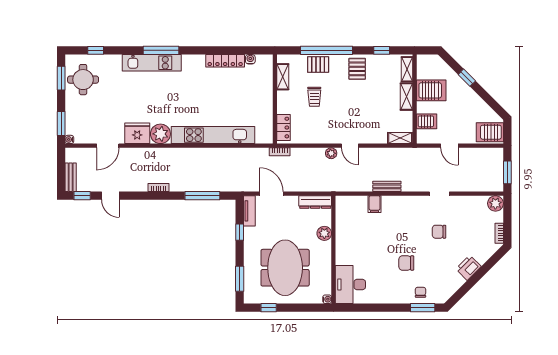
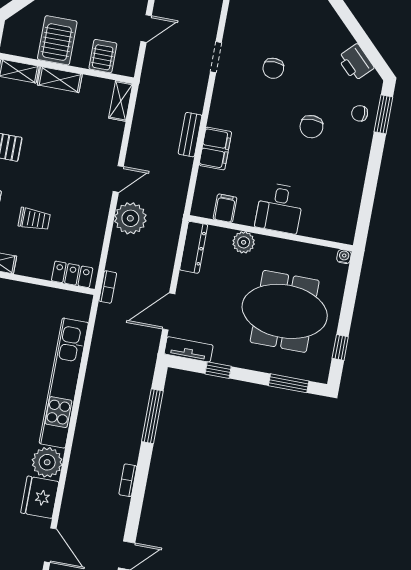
plant: (331, 153) -> (130, 218), width x1.88, depth x1.88
filing cabinet: (375, 204) -> (215, 149), width x2.00
filing cabinet: (344, 217) -> (225, 208), added
printer: (468, 268) -> (356, 63), moved
desk: (350, 285) -> (279, 208), moved, width x0.73

